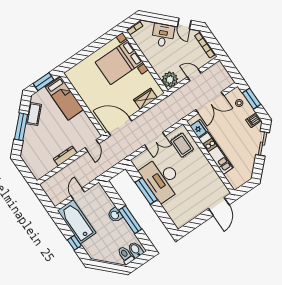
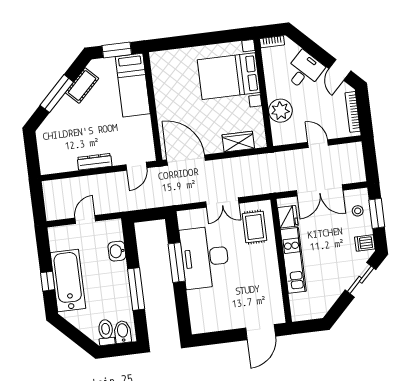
plant: (170, 80) -> (280, 111), moved
washbasin: (115, 215) -> (117, 251), moved
bathtub: (77, 222) -> (68, 280), moved

